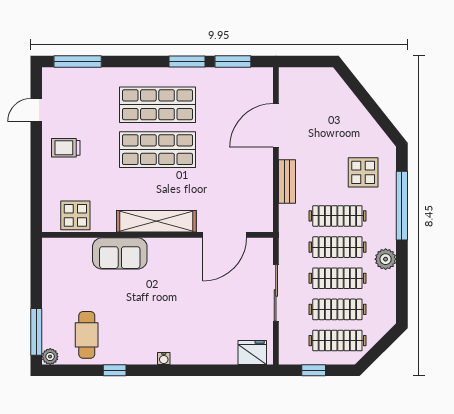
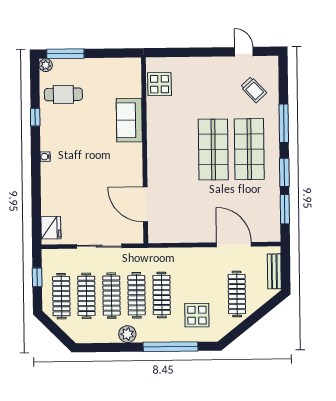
window: (78, 62) -> (284, 123), moved
clothes rail: (337, 122) -> (237, 294), added
trolley: (66, 148) -> (254, 90), moved, turned 137
bench: (287, 181) -> (274, 271), moved, turned 90
shelving: (156, 221) -> (156, 149), removed

